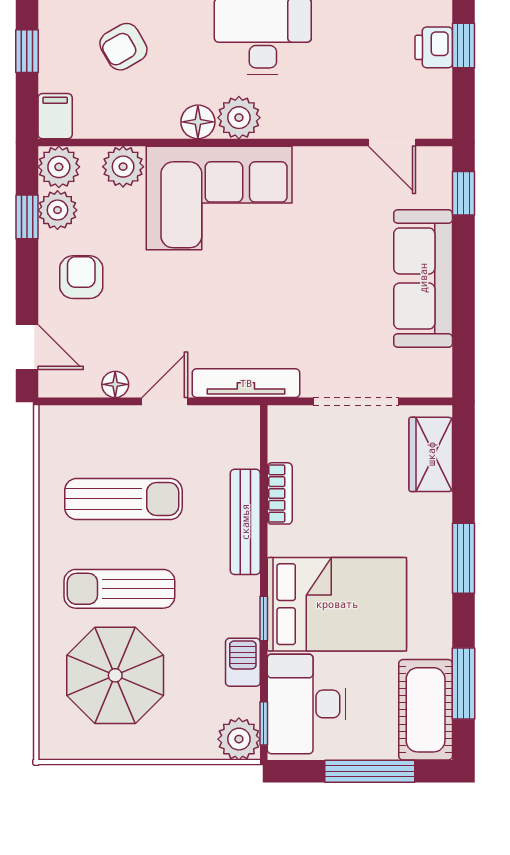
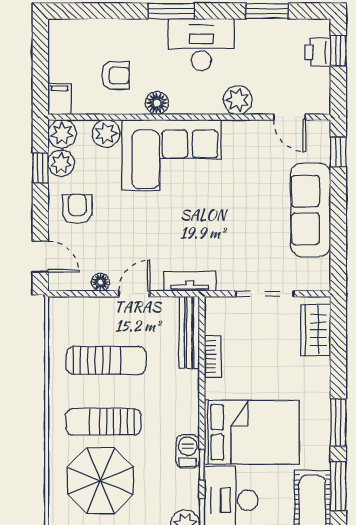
armchair: (123, 47) -> (115, 76), moved, turned -150
window: (27, 51) -> (40, 55), removed
plant: (239, 118) -> (238, 100), moved
tv unit: (246, 383) -> (190, 281), width x0.71
bench: (245, 522) -> (189, 332), moved
window: (463, 558) -> (338, 423), moved
window: (264, 618) -> (202, 465), moved
barbecue: (243, 662) -> (188, 452), moved

